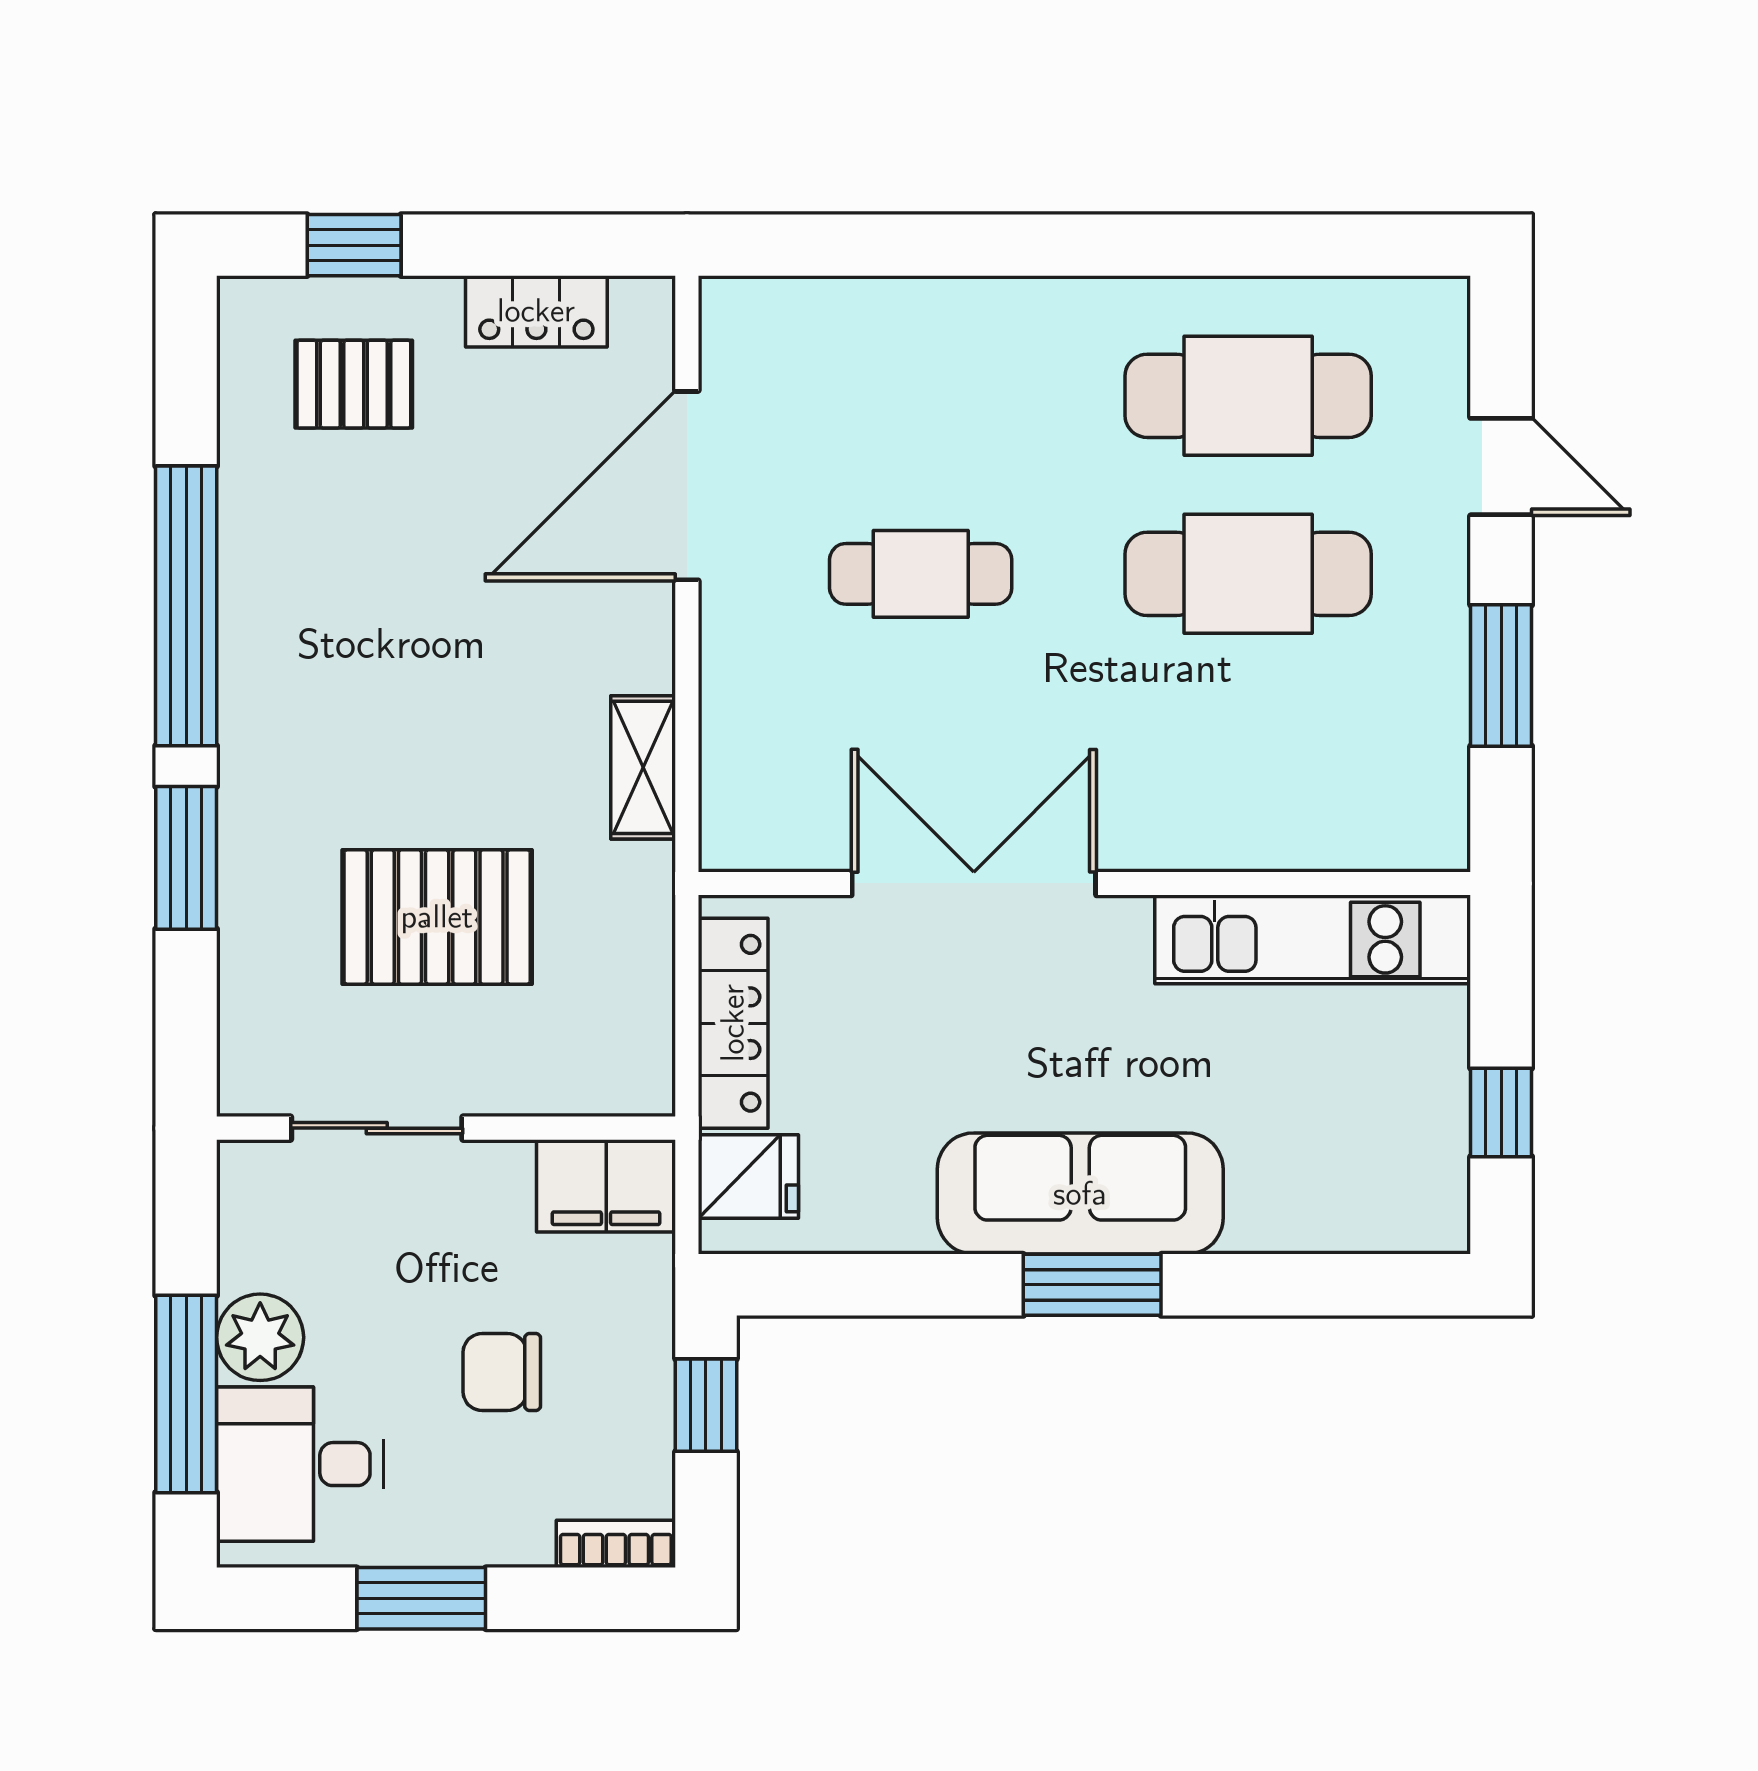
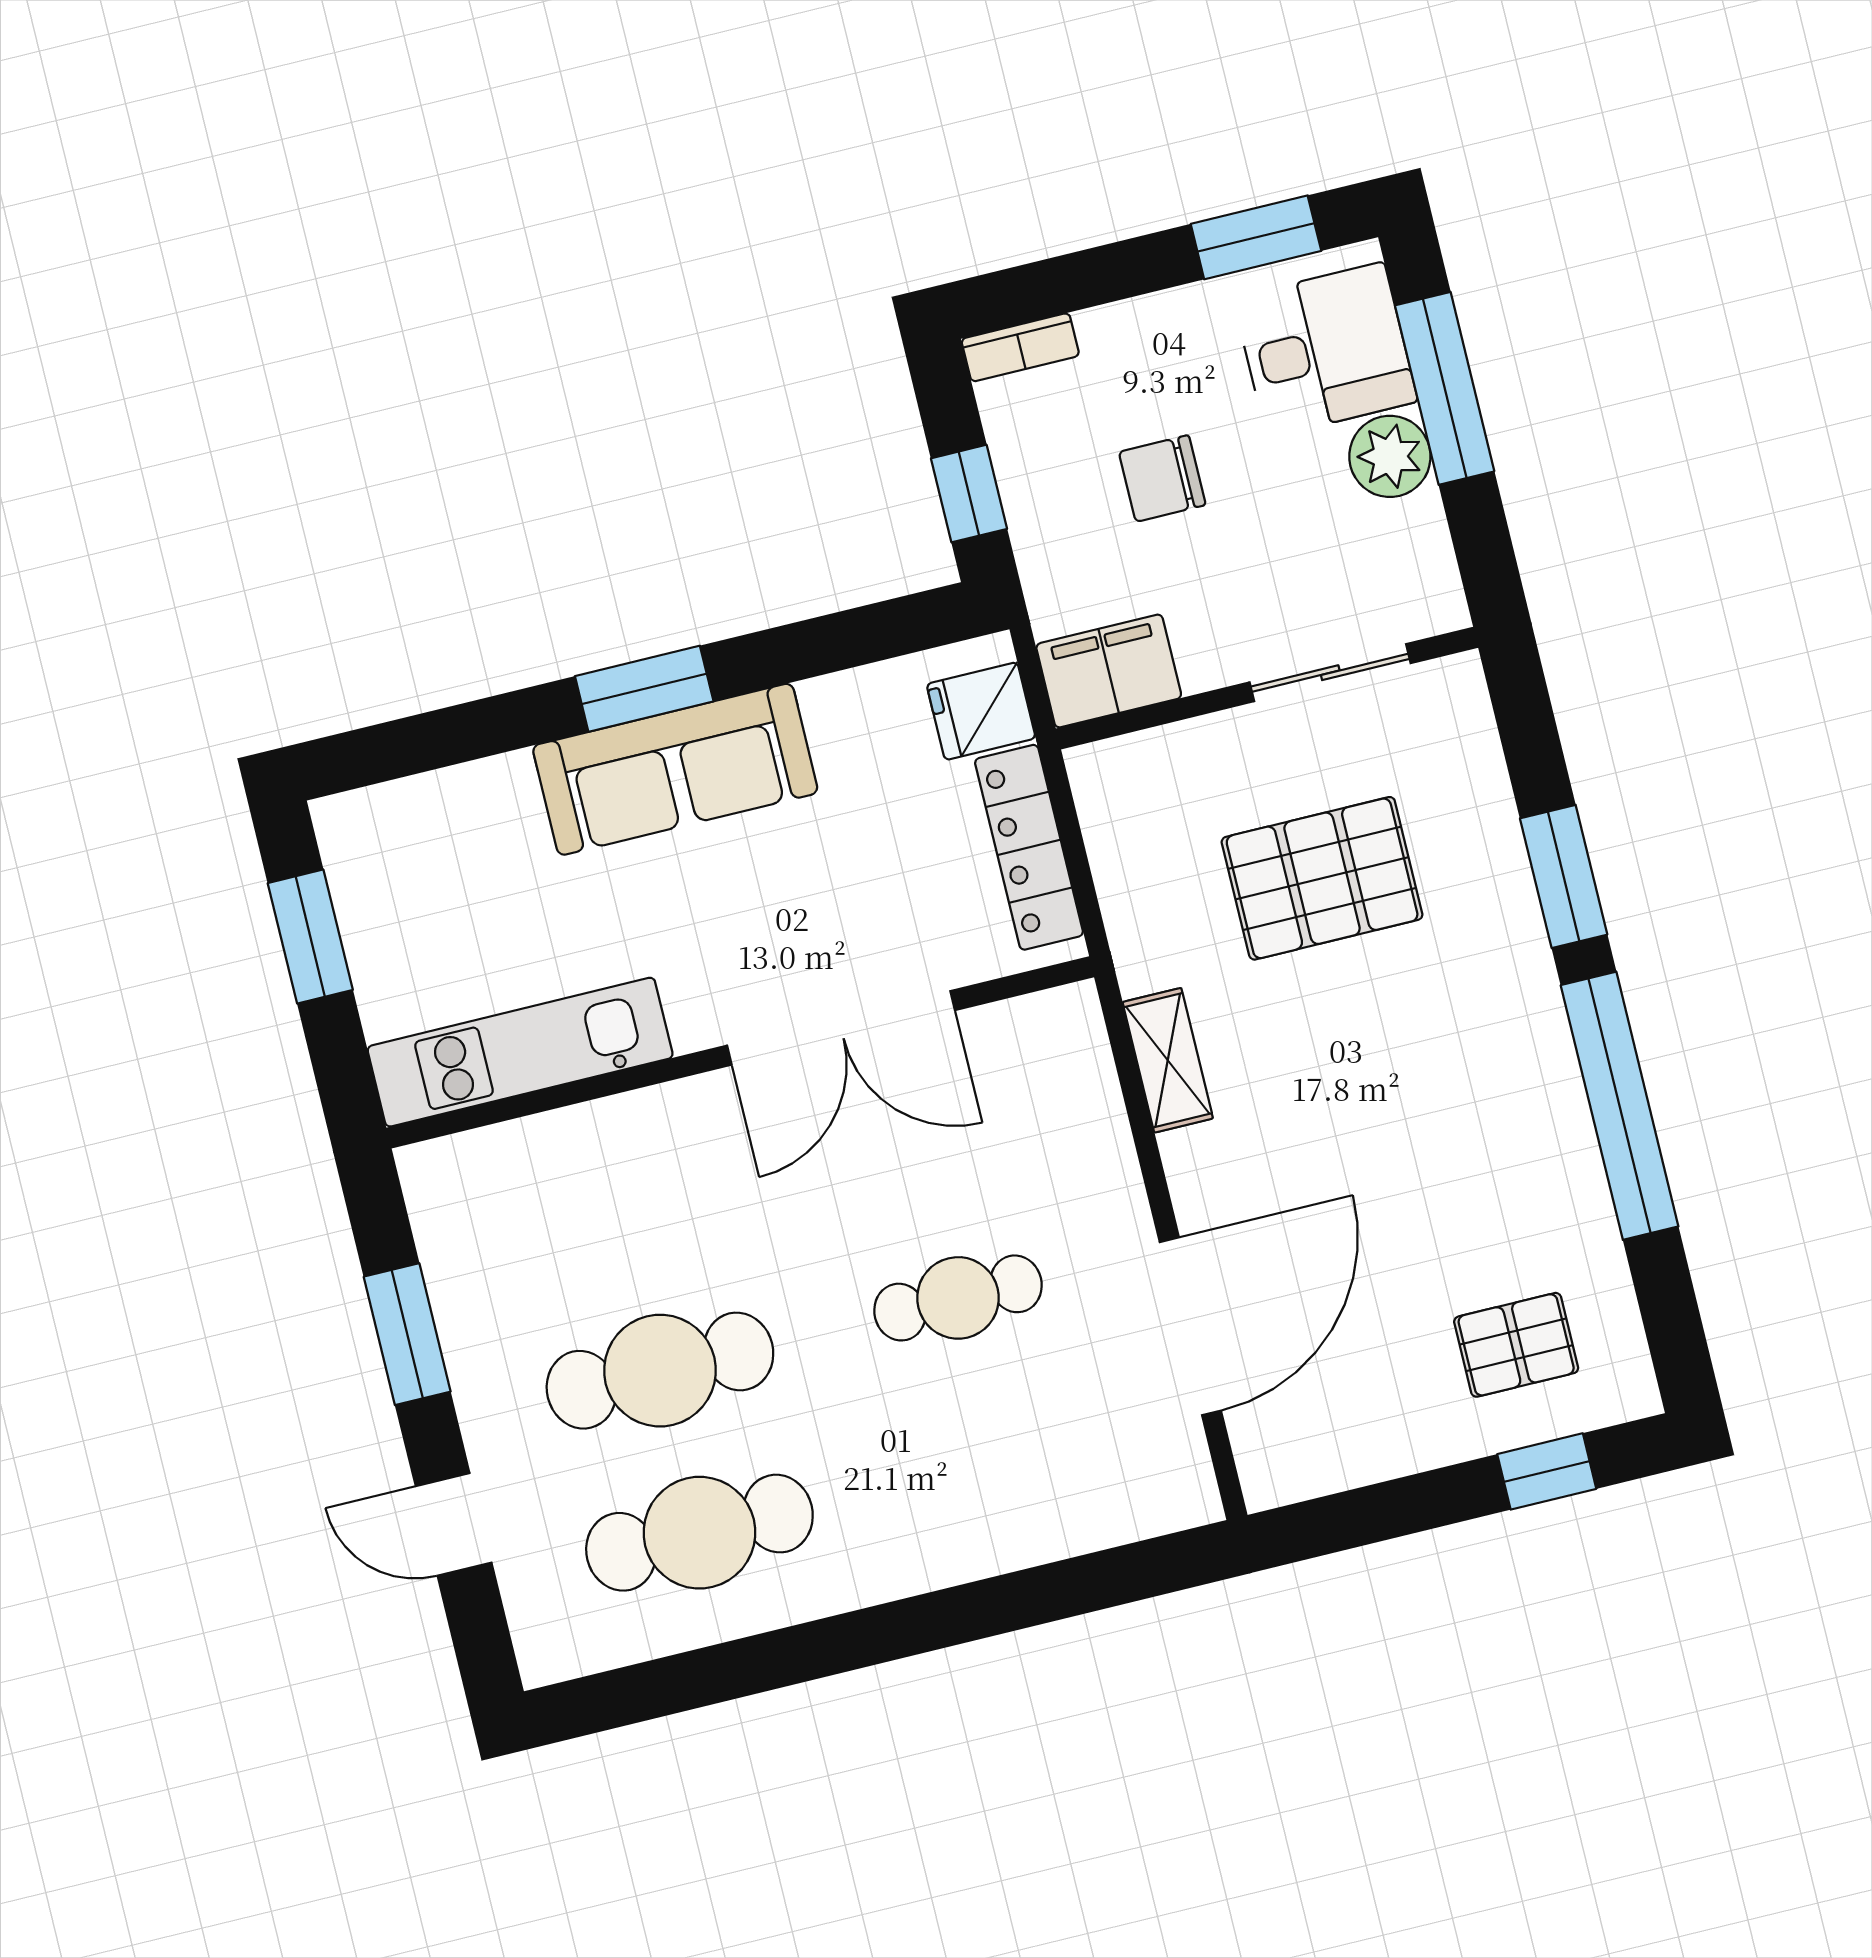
locker: (536, 311) -> (1366, 1452), removed
window: (1501, 1112) -> (310, 936), width x1.50
chair: (502, 1372) -> (1162, 478), turned 180
window: (421, 1598) -> (1256, 237), moved

